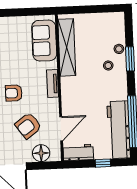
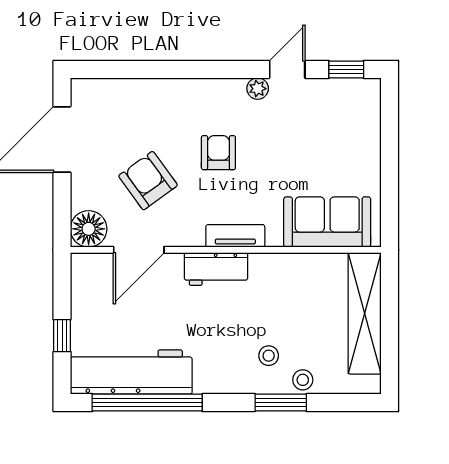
shelving: (67, 47) -> (365, 313), moved, turned 90
door: (61, 129) -> (139, 250), hinge flipped
workbench: (78, 152) -> (216, 269), moved, turned 90
floor lamp: (41, 153) -> (89, 229), moved

